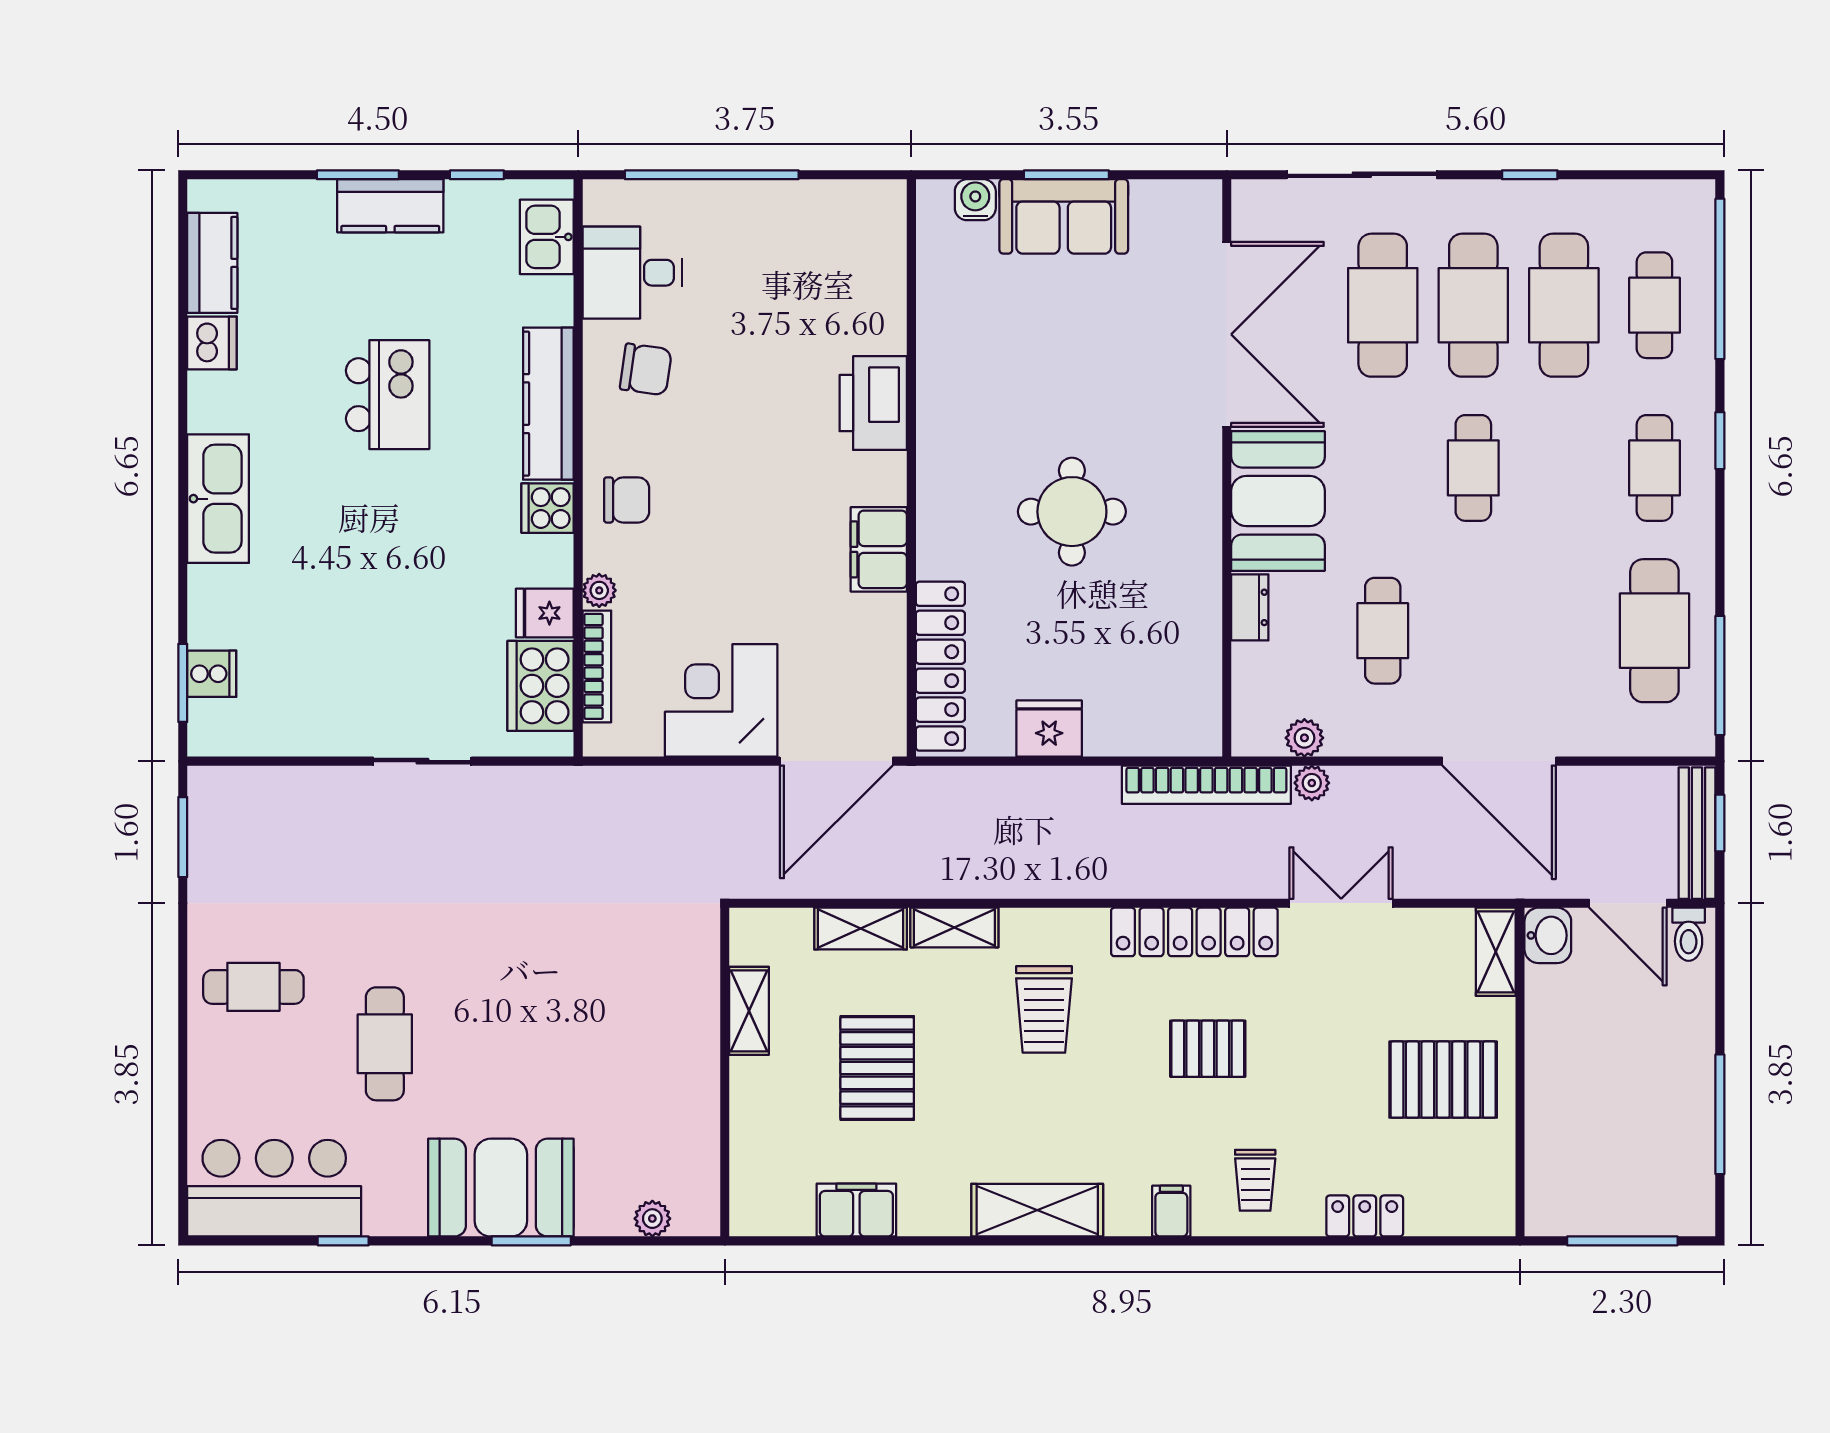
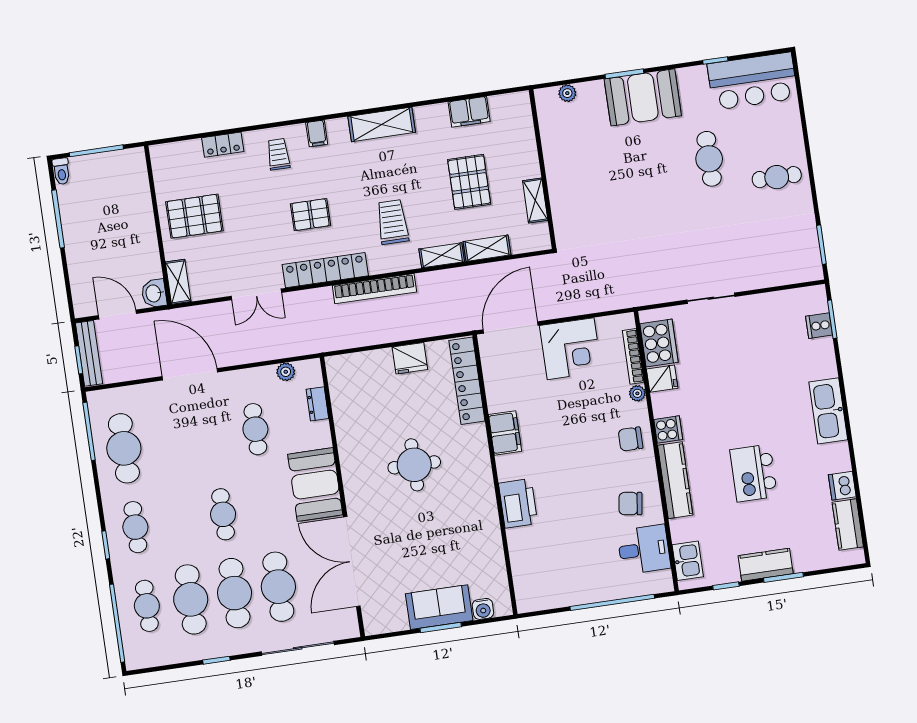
dresser: (1250, 607) -> (317, 404), moved
plant: (1312, 783) -> (279, 350), removed
bookcase: (1206, 785) -> (374, 289), moved, turned 180
toilet: (1689, 934) -> (61, 171), moved, turned 180

